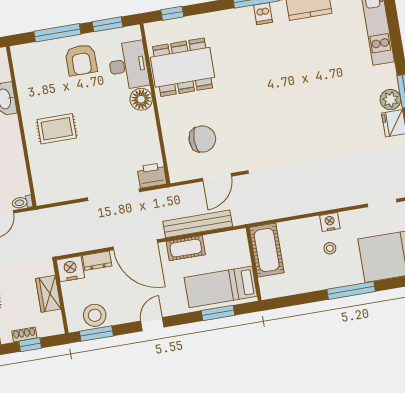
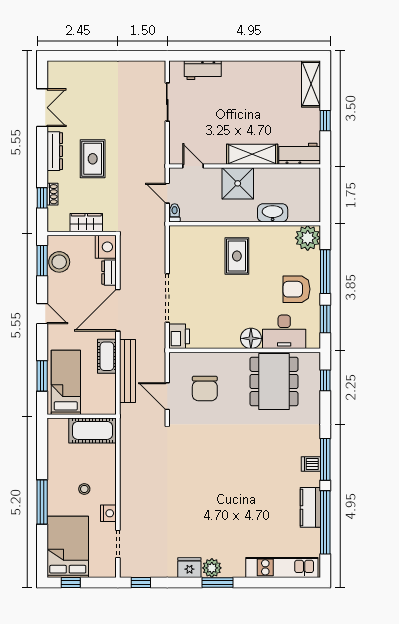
plant: (25, 57) -> (308, 238), added
nightstand: (330, 222) -> (108, 513), moved

